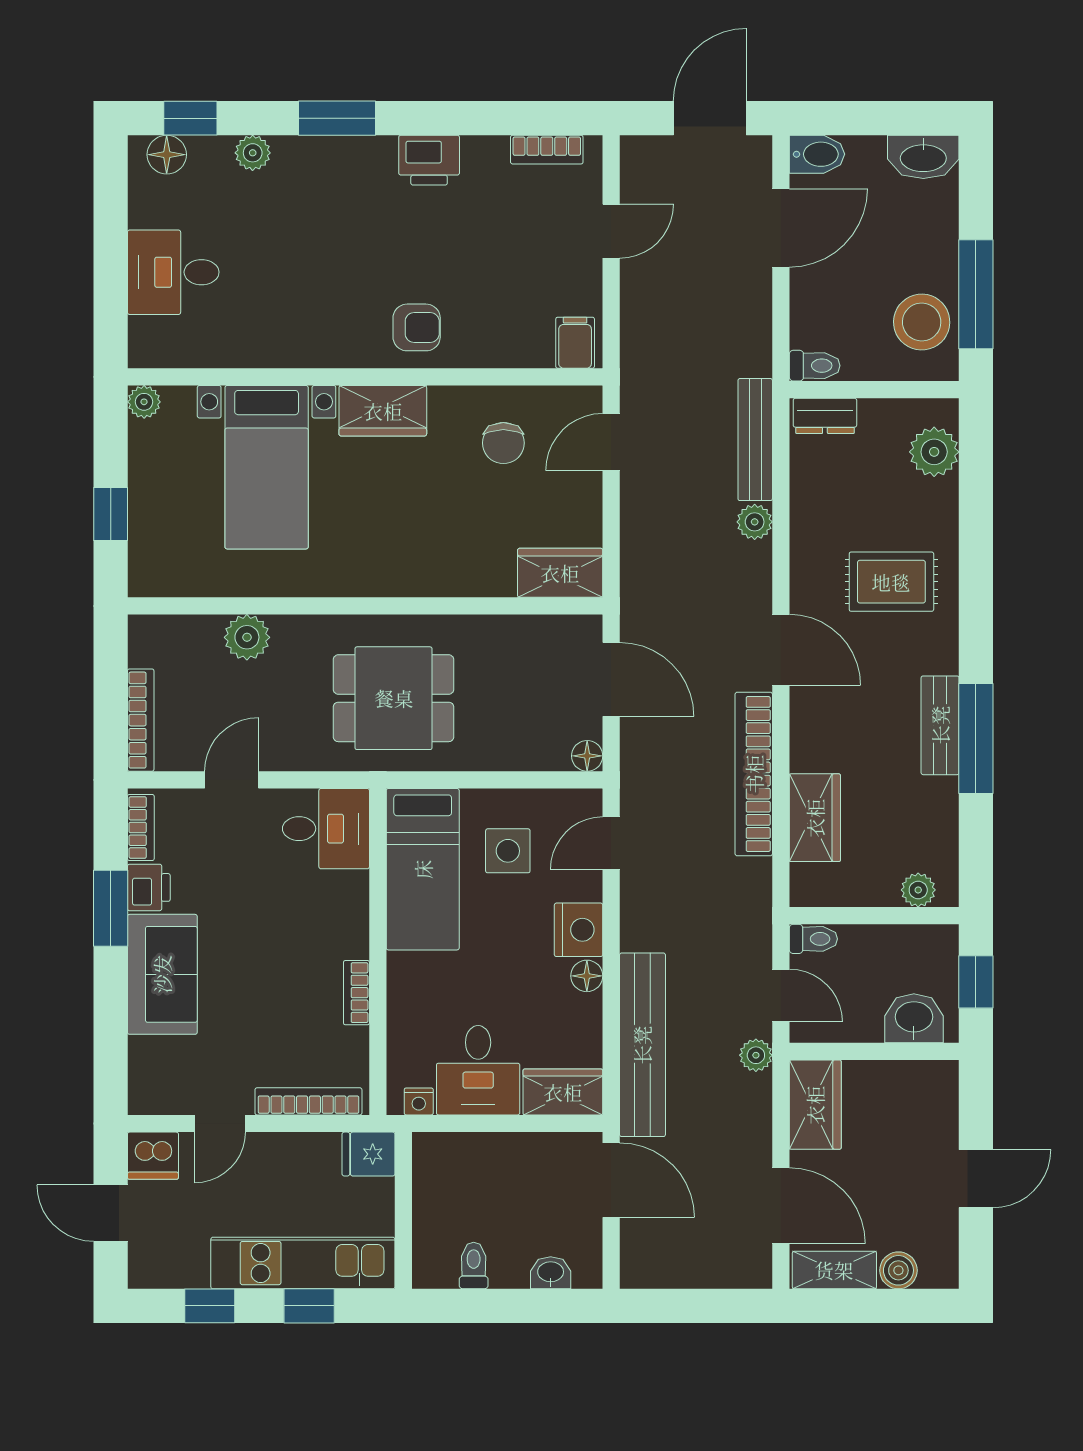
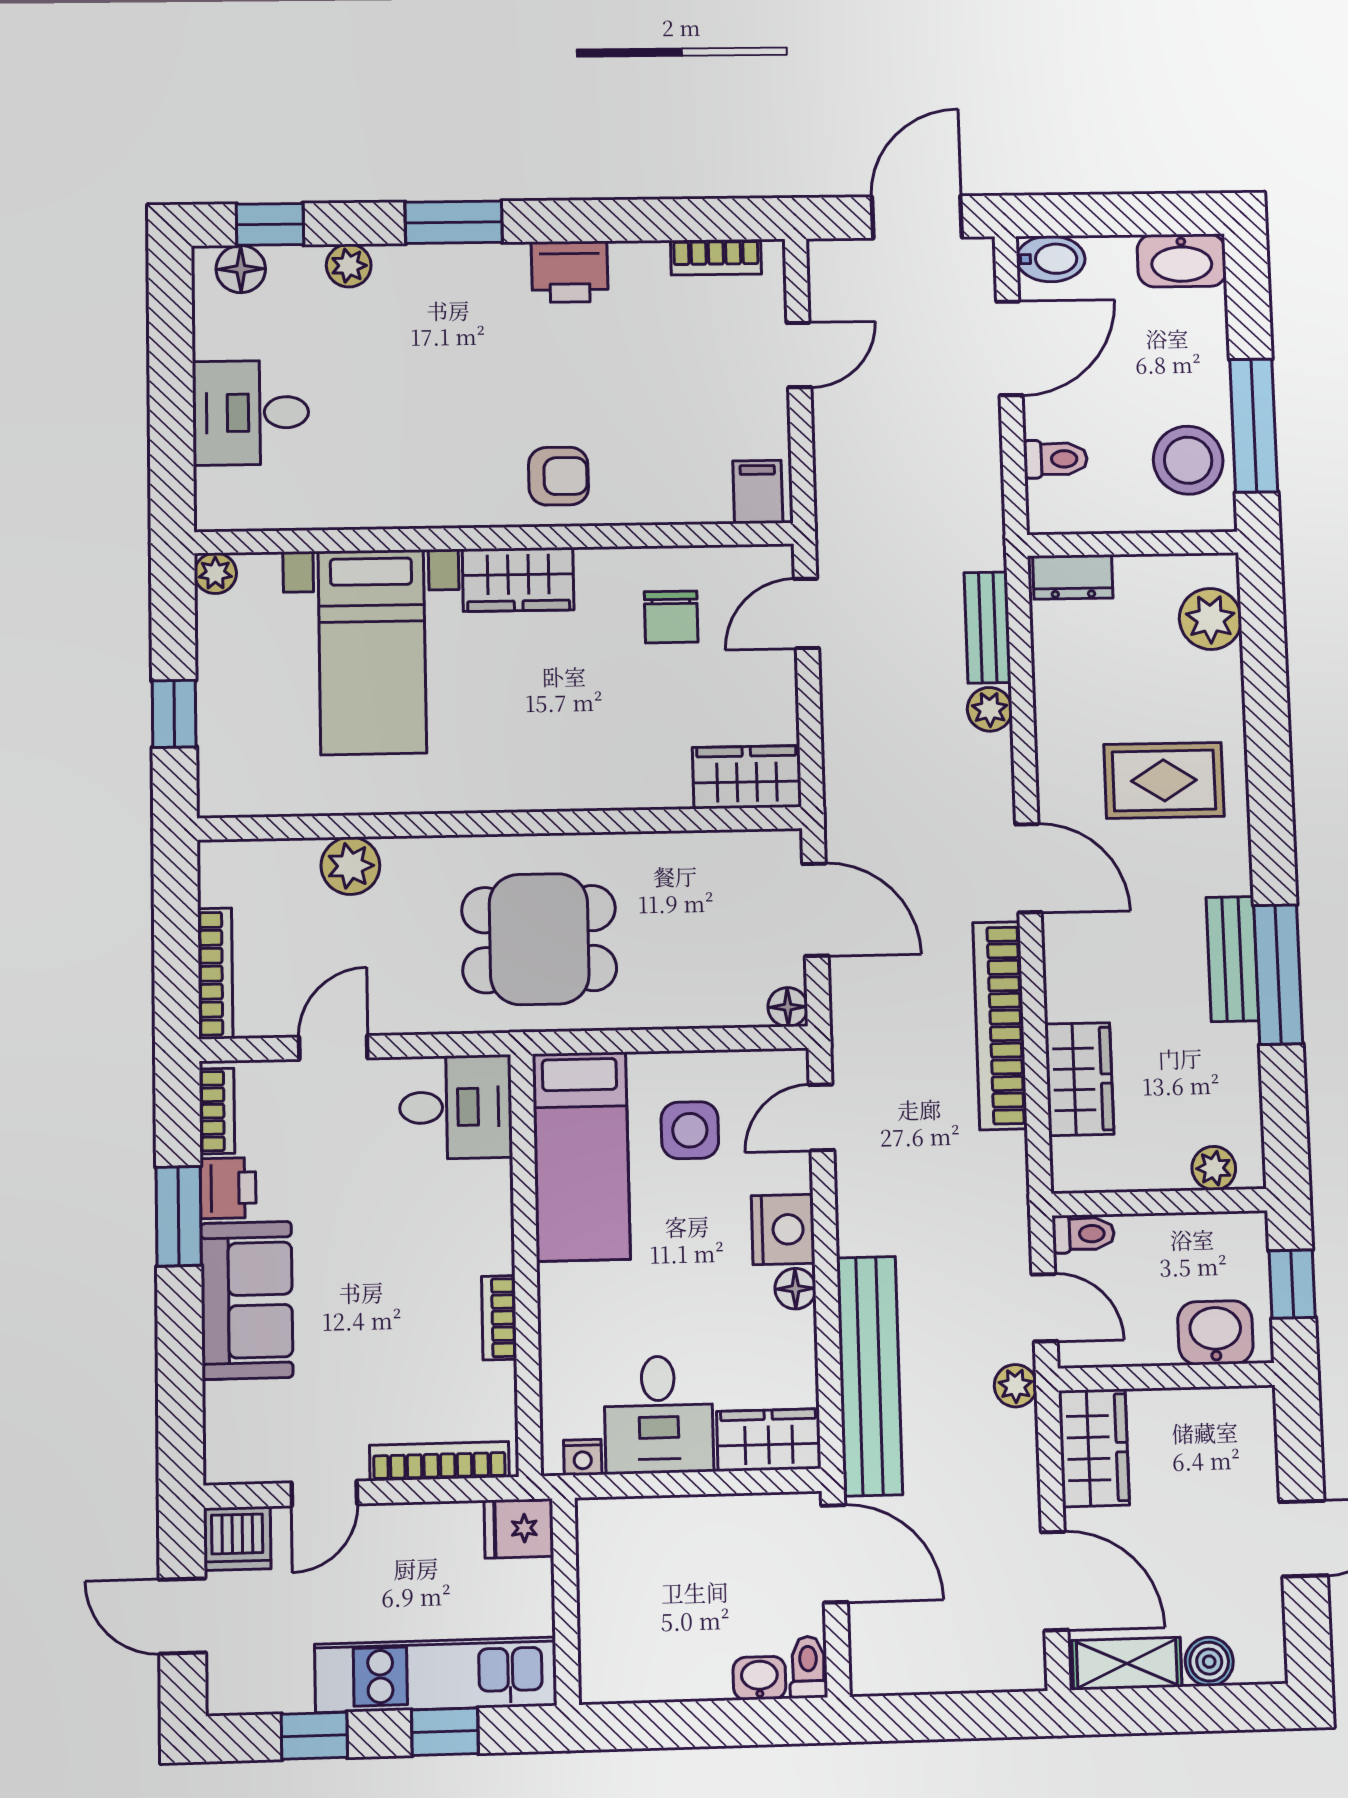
toilet: (815, 366) -> (1055, 459), moved
bench: (755, 440) -> (988, 628), width x0.73
toilet: (474, 1266) -> (808, 1667), moved

